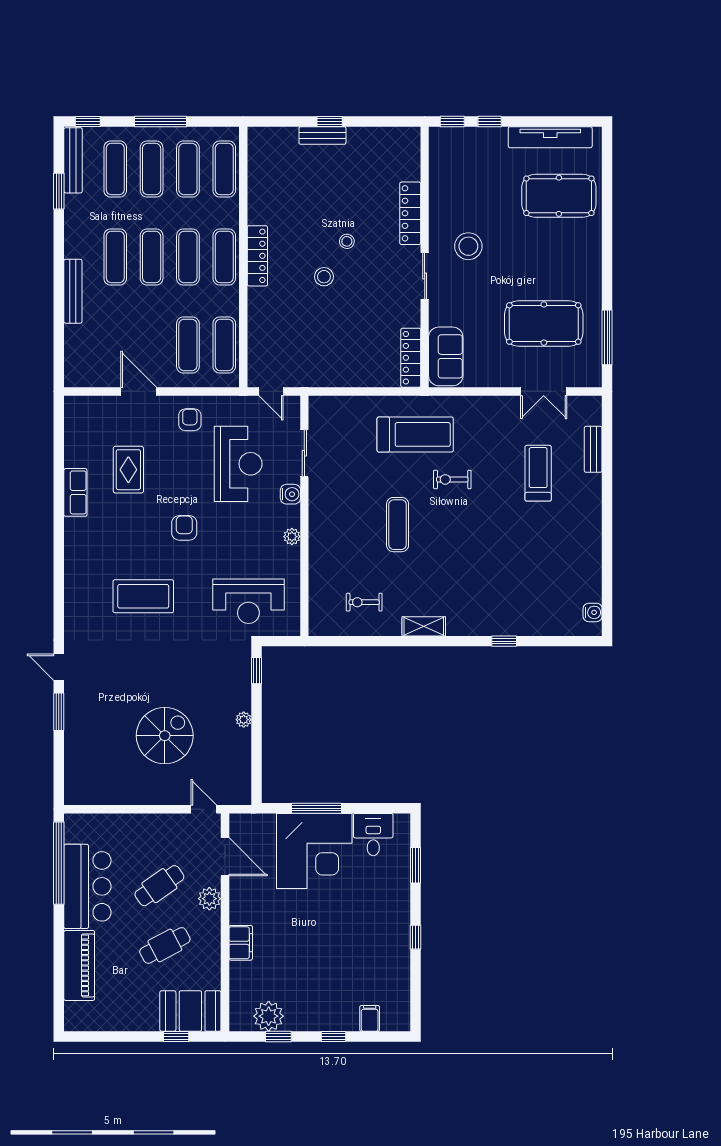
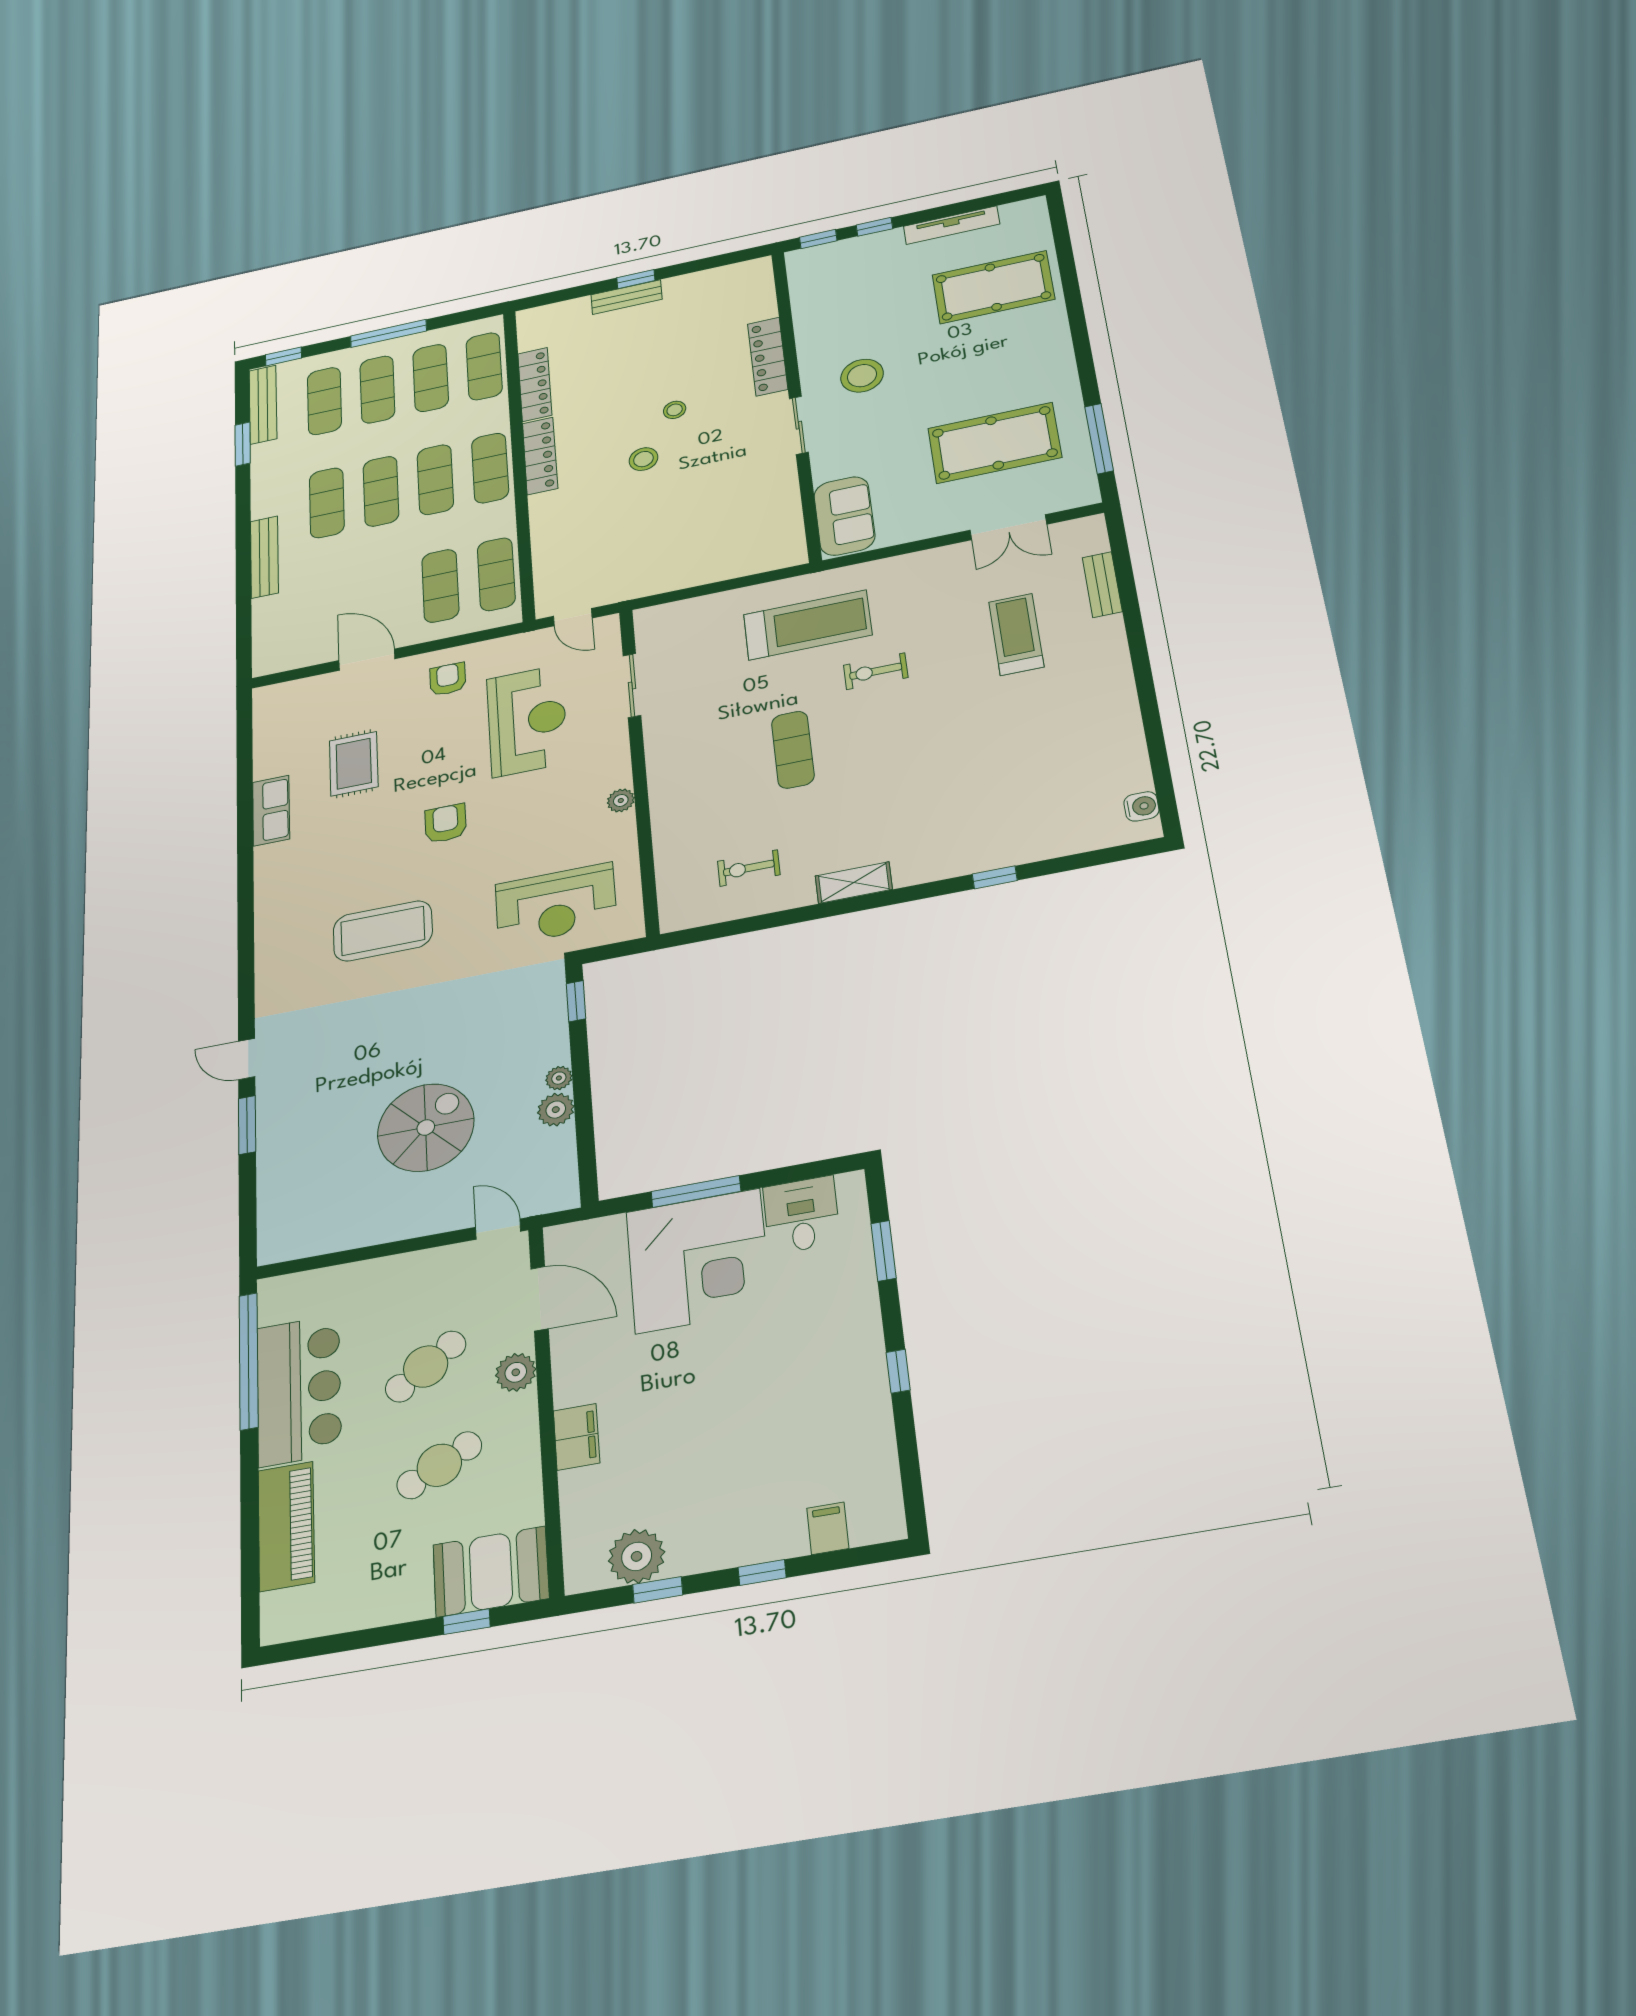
tv unit: (550, 137) -> (952, 225), width x0.73, depth x0.78
locker: (411, 358) -> (535, 384), moved, turned 180
water cooler: (290, 494) -> (614, 744), removed
plant: (241, 740) -> (556, 1110), added

